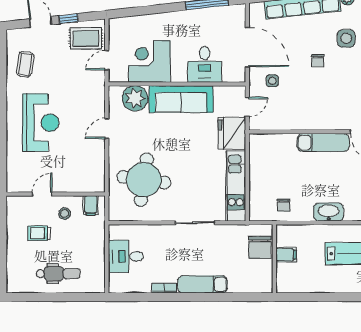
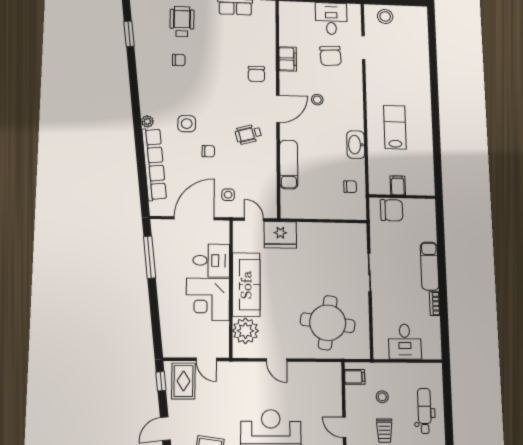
window: (69, 19) -> (161, 381), moved
corner desk: (149, 61) -> (208, 299), moved
wheelchair: (337, 101) -> (248, 134), added
exam couch: (323, 142) -> (289, 164), moved
kitchen unit: (236, 186) -> (332, 232), removed
stool: (65, 214) -> (382, 397), moved

